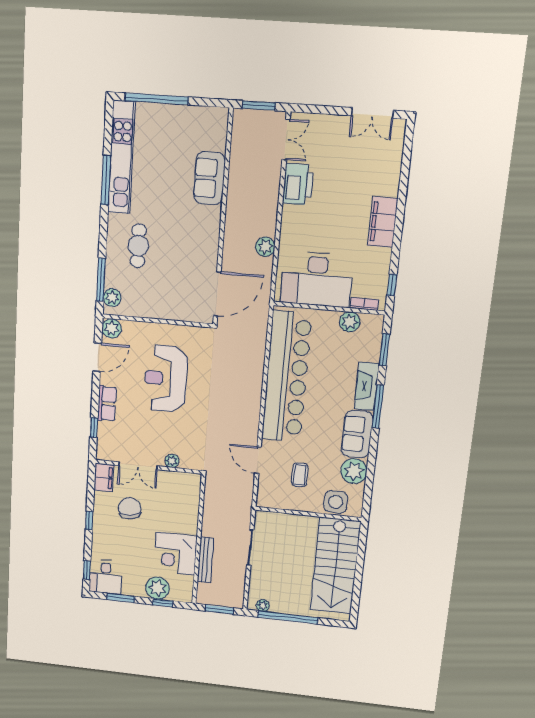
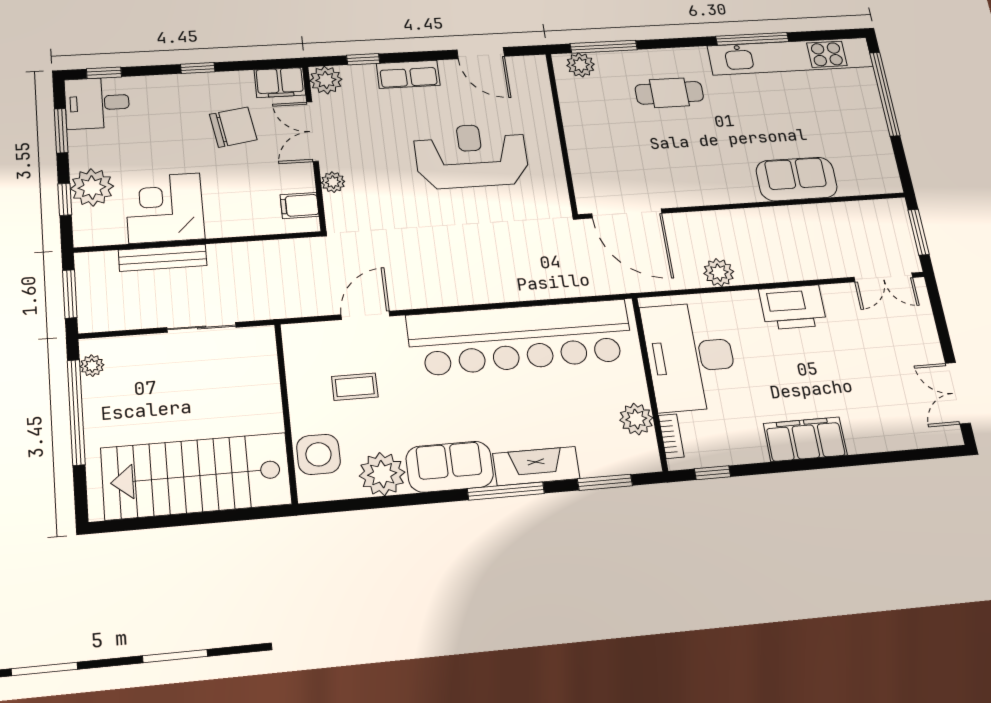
printer: (298, 184) -> (793, 307), moved
plant: (112, 328) -> (326, 80), moved
filing cabinet: (184, 482) -> (300, 206), added

